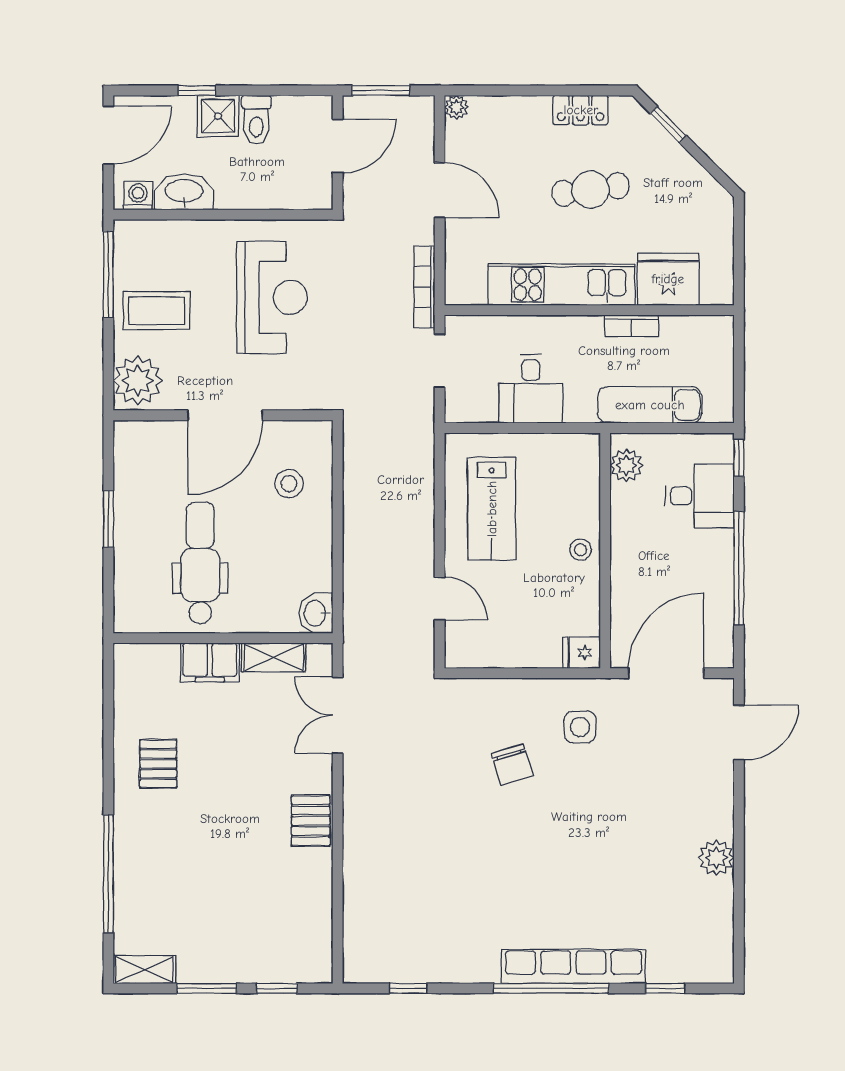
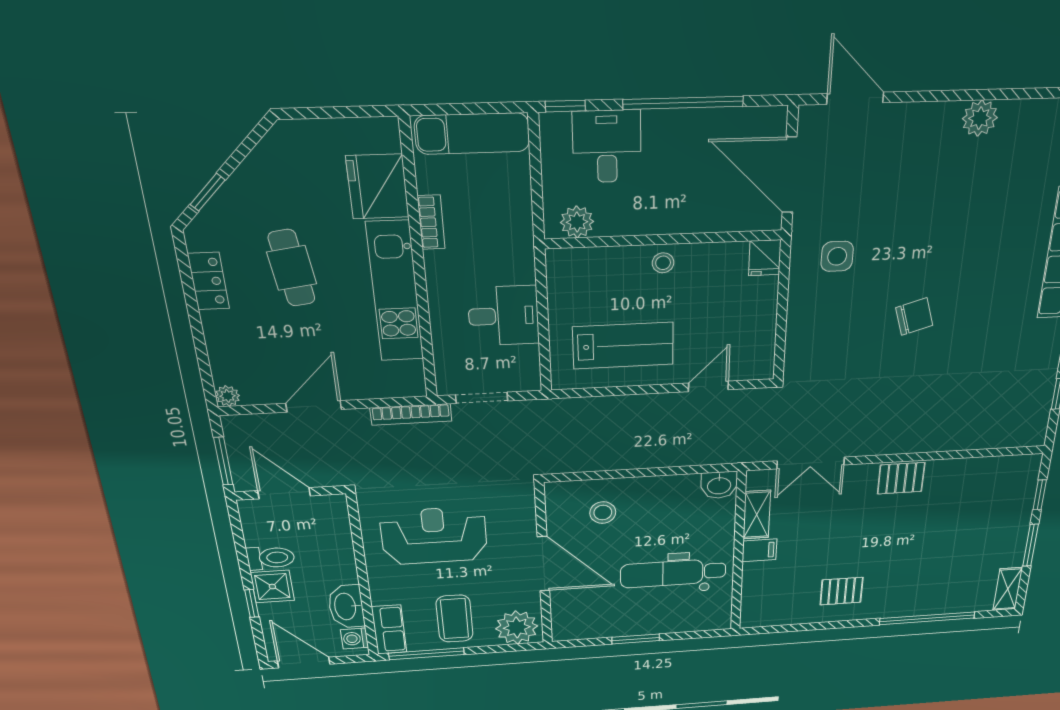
row of seats: (147, 236) -> (389, 630), added
exam couch: (650, 405) -> (472, 134), moved, turned -90
filing cabinet: (210, 662) -> (759, 550), width x0.50
chair: (512, 765) -> (914, 317), moved

